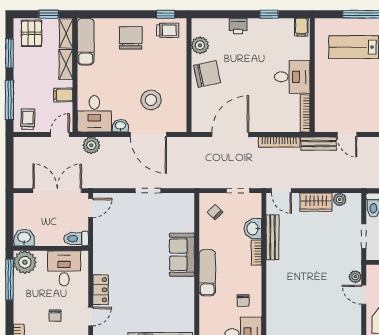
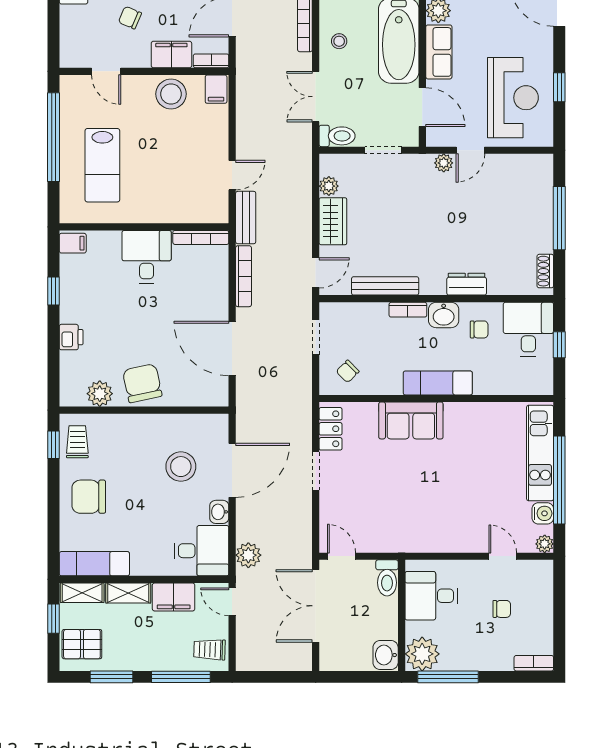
filing cabinet: (63, 95) -> (174, 597), width x2.00
washbasin: (253, 229) -> (444, 315), moved
locker: (101, 290) -> (331, 429), moved, turned 90
dresser: (274, 292) -> (467, 284), added

